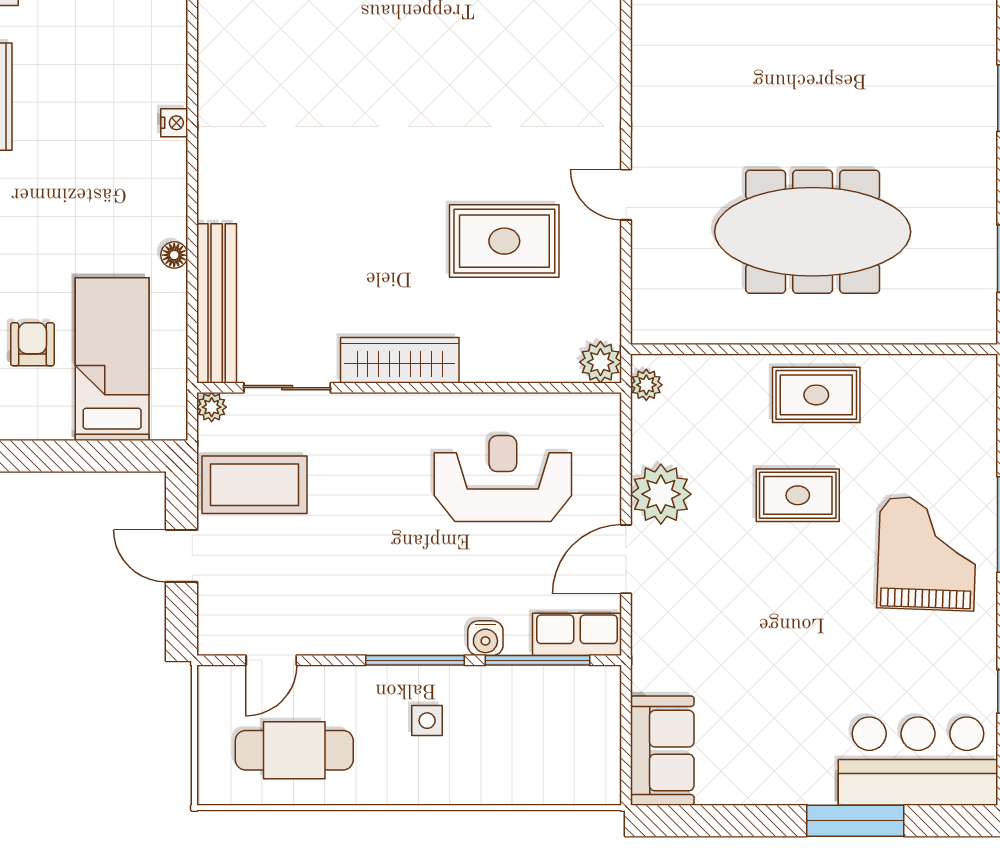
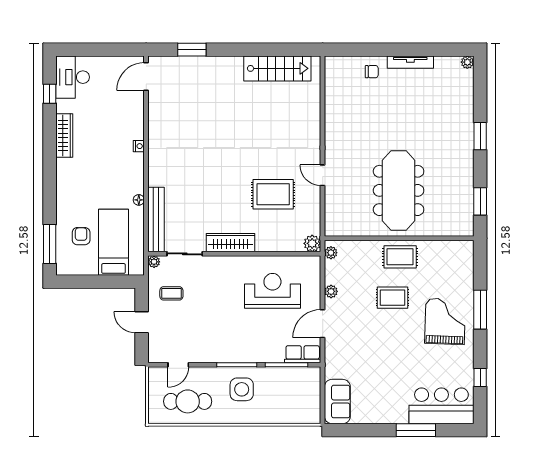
meeting table: (813, 232) -> (399, 190), turned 90
coffee table: (255, 485) -> (171, 293), width x0.54, depth x0.58
plant: (661, 494) -> (331, 291), width x0.53, depth x0.53
water cooler: (485, 638) -> (265, 356), removed
side table: (427, 721) -> (242, 389), width x1.87, depth x1.87

